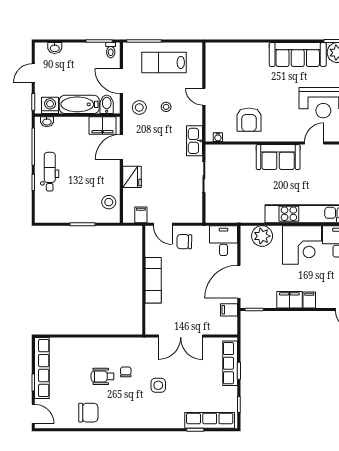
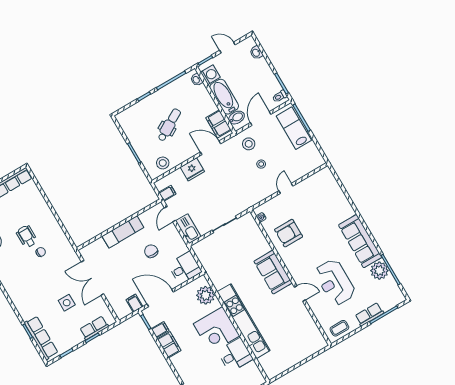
lab bench: (164, 62) -> (294, 128), moved
kitchen sink: (195, 141) -> (188, 229), moved, turned 90
dental chair: (50, 172) -> (169, 125), moved, turned -30
chair: (184, 242) -> (151, 251), moved
filing cabinet: (309, 300) -> (160, 330), moved
row of seats: (230, 363) -> (94, 328), width x0.68
side table: (158, 385) -> (67, 303), moved

